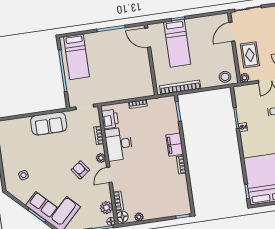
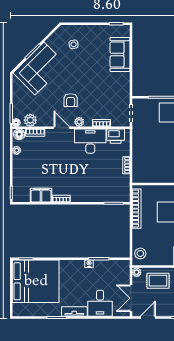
sofa: (49, 124) -> (120, 55), moved
filing cabinet: (175, 145) -> (41, 195), moved
armchair: (80, 170) -> (71, 100), turned 126

